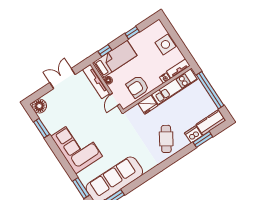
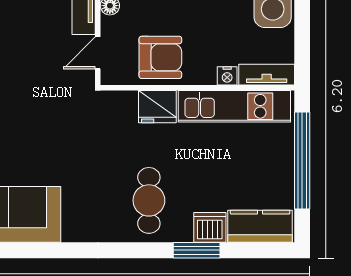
armchair: (138, 87) -> (160, 57), turned 180
cafe table: (166, 139) -> (149, 200), turned -32
window: (203, 139) -> (197, 250), moved

